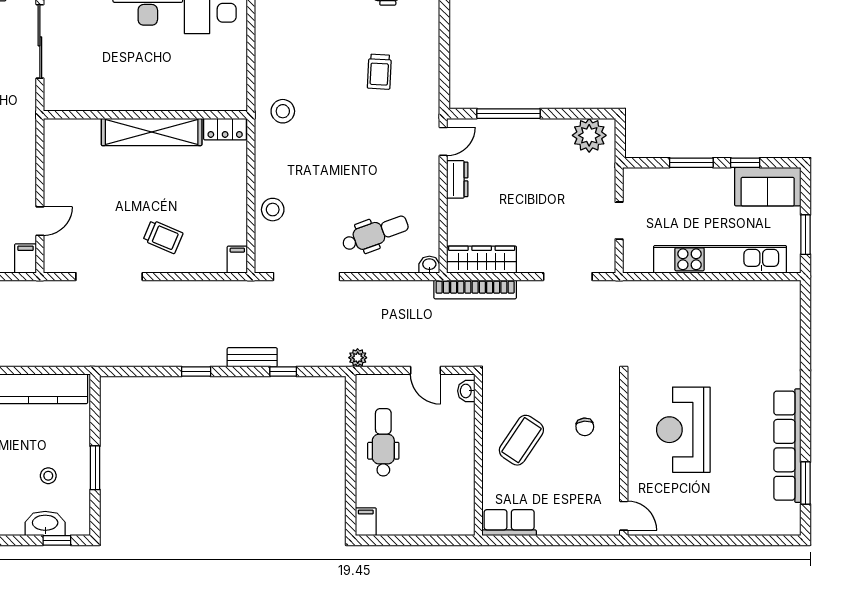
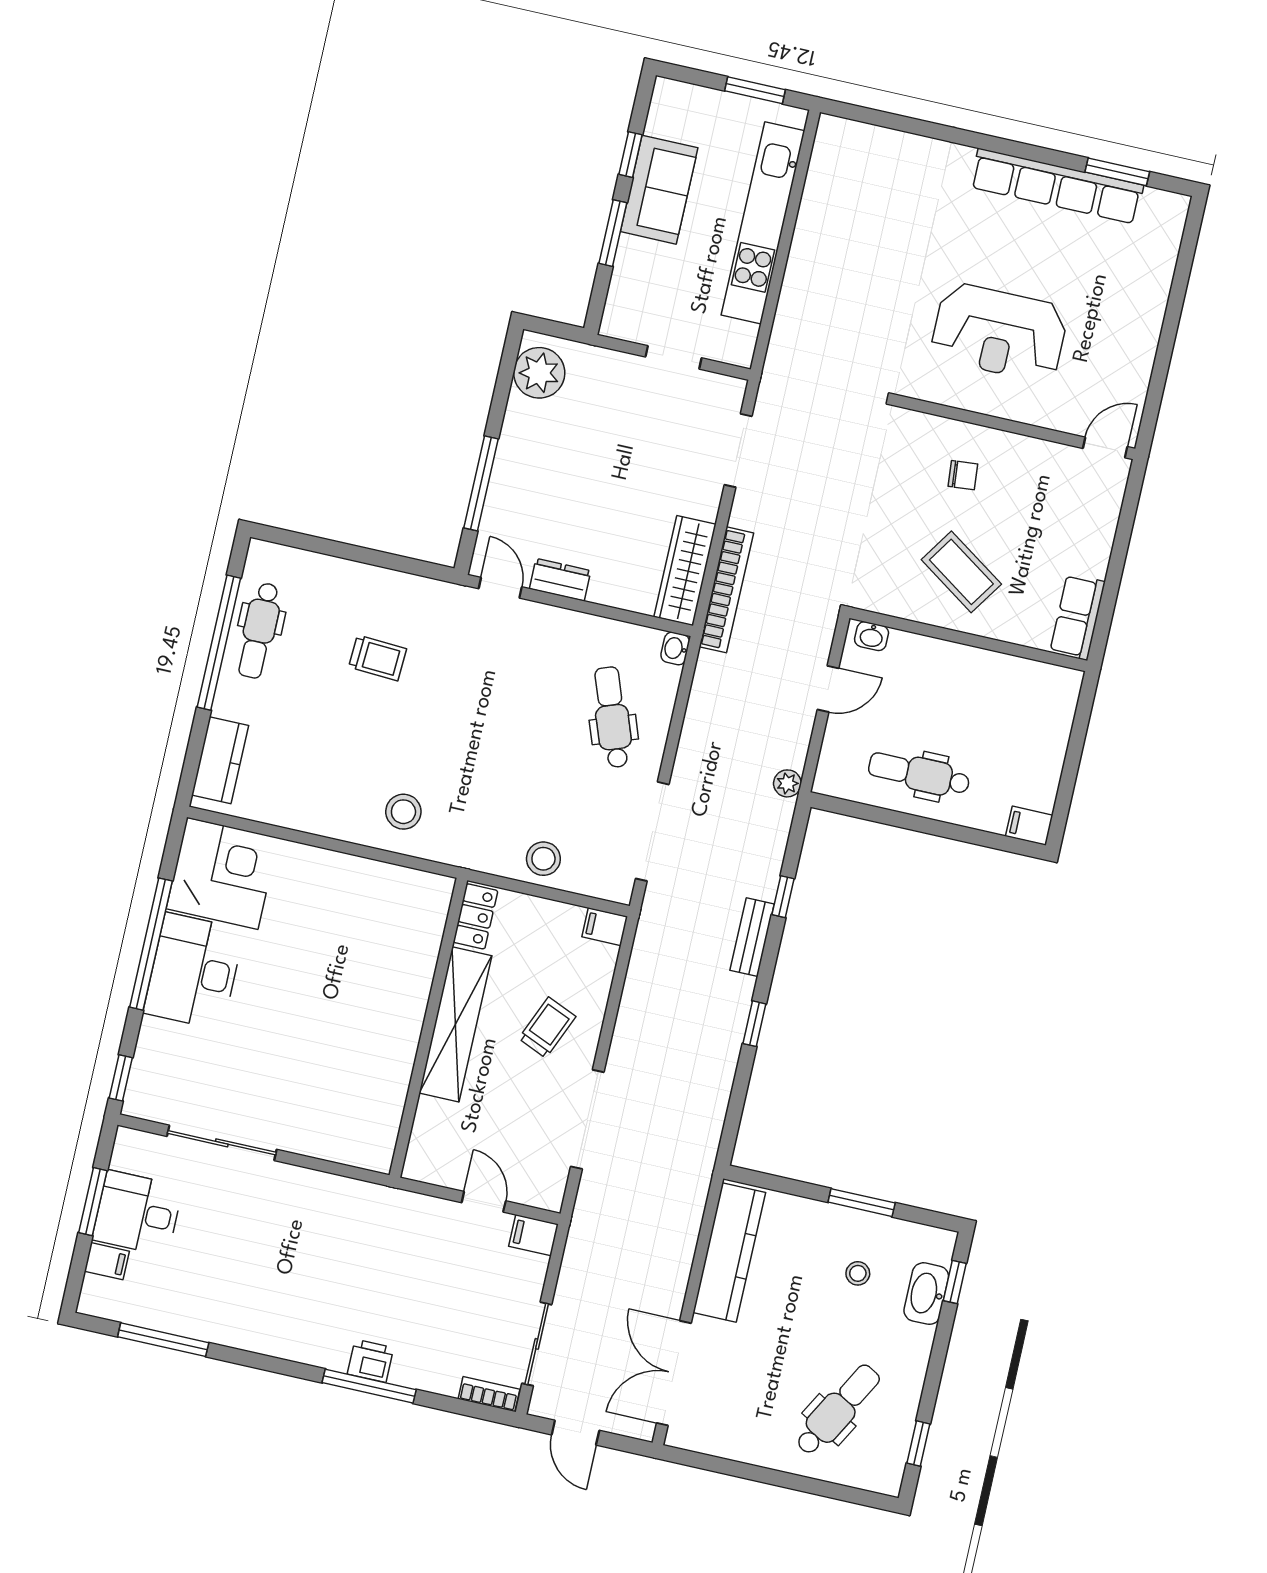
wall: (145, 115) -> (428, 1028), moved
locker: (225, 129) -> (475, 916), moved
shelving: (152, 132) -> (455, 1024), moved
sofa: (768, 187) -> (659, 190), moved

